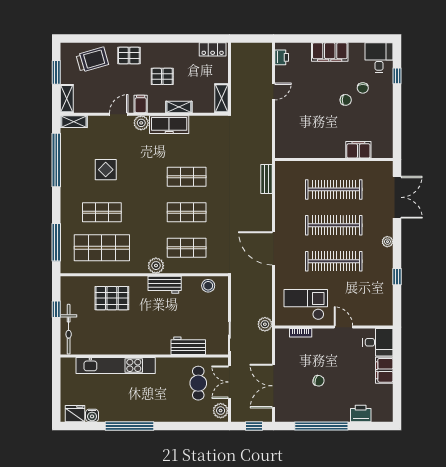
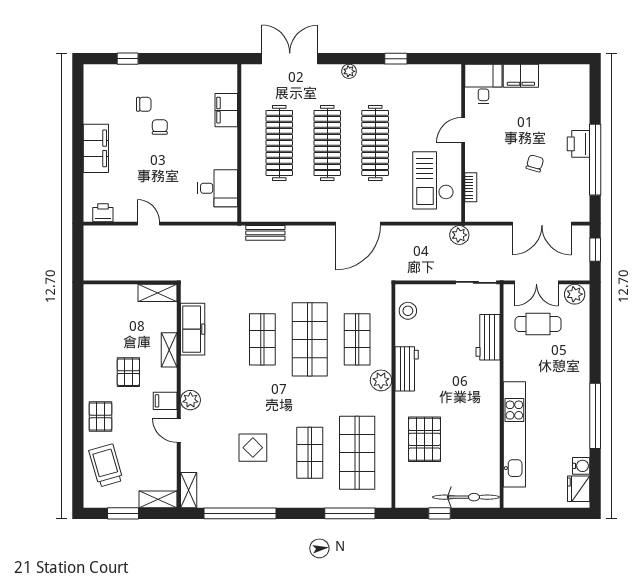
locker: (213, 49) -> (92, 305), removed
desk: (379, 58) -> (217, 188), moved, turned 180
freezer: (169, 125) -> (193, 329), moved
shop shelf: (187, 212) -> (310, 339), width x1.43, depth x1.36
printer: (361, 413) -> (579, 144), moved

